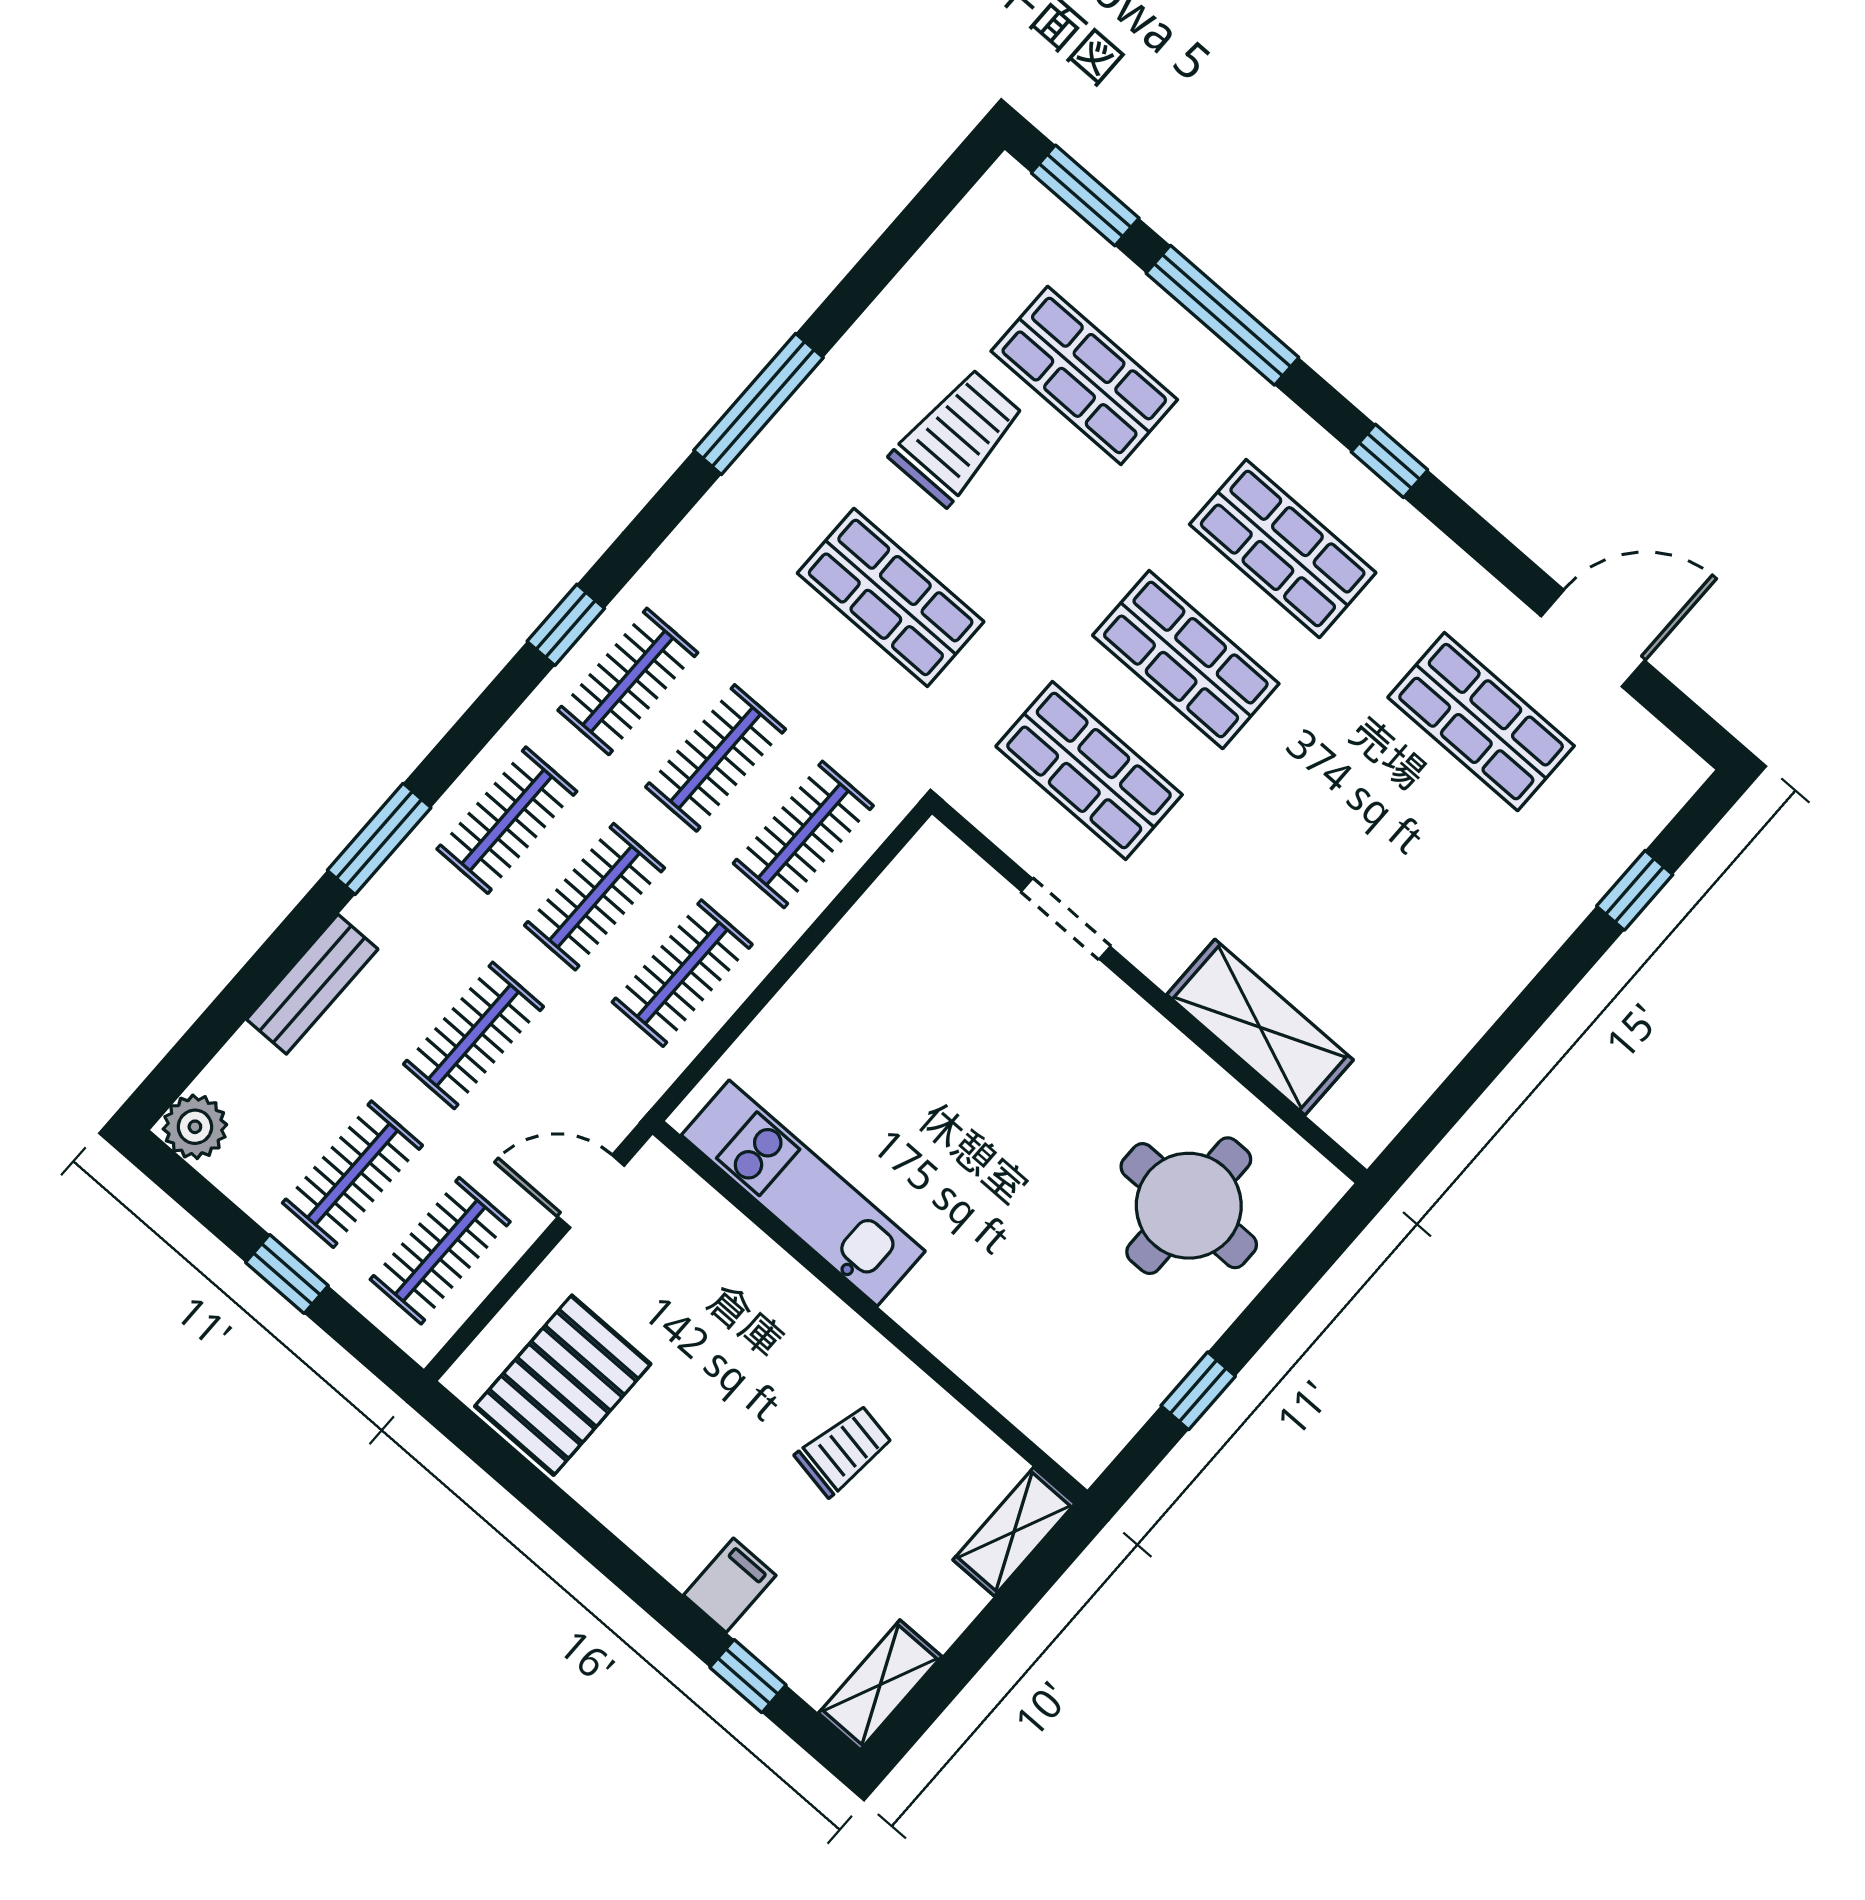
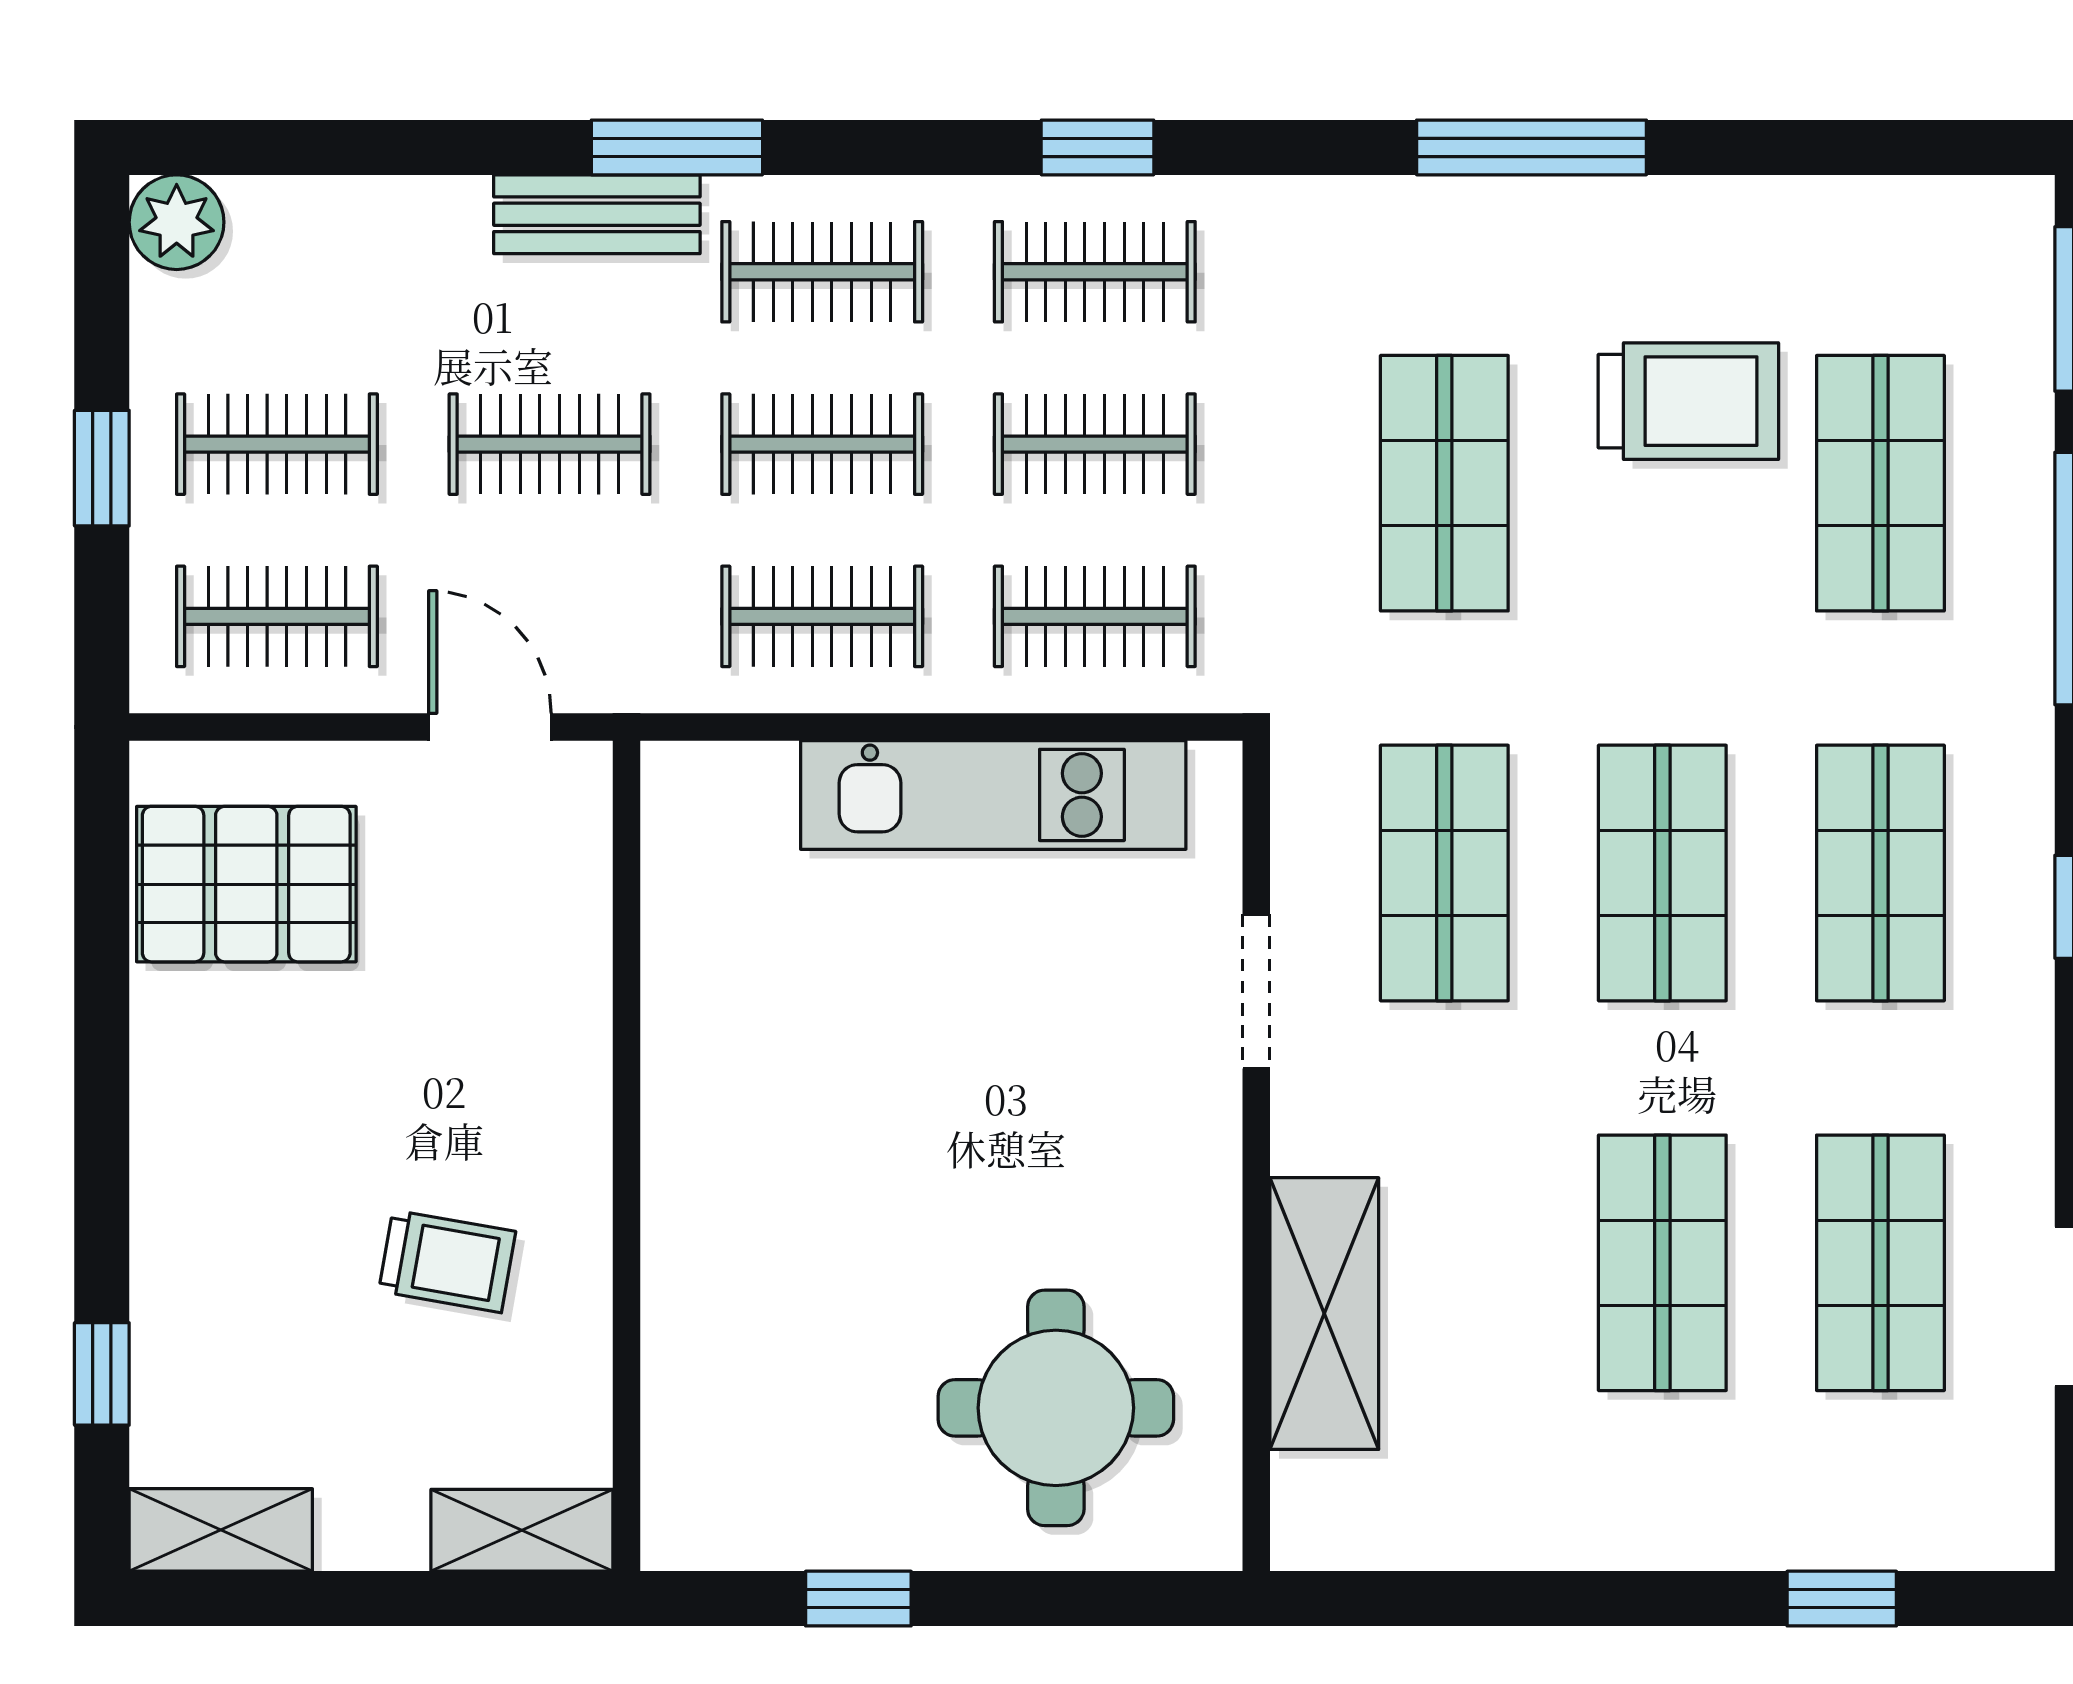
shop shelf: (1384, 833) -> (1662, 1263), added
bench: (312, 984) -> (597, 214), moved
kitchen unit: (803, 1193) -> (993, 795), moved, turned 90
filing cabinet: (730, 1585) -> (185, 1265), removed

